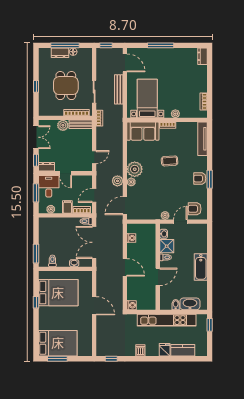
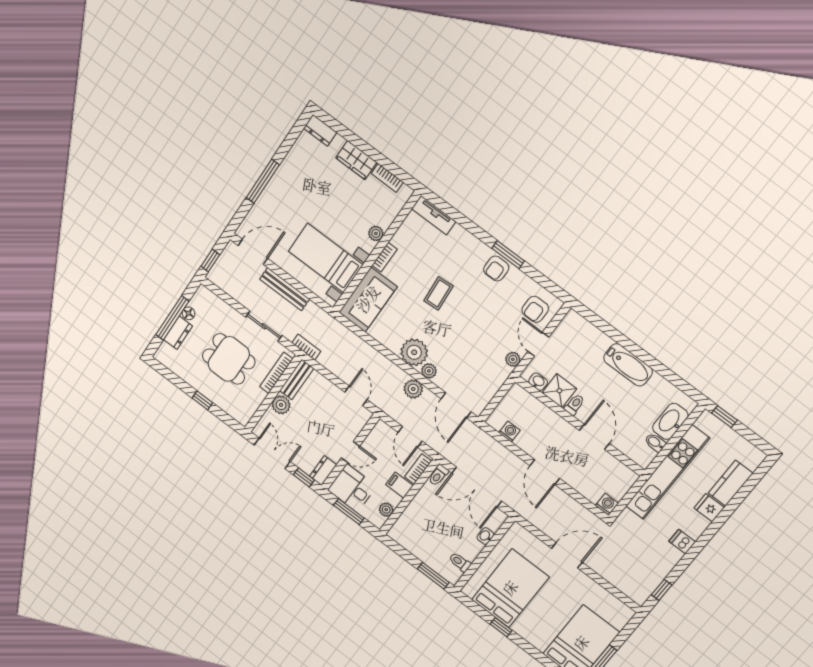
wardrobe: (201, 82) -> (356, 160), added
tv unit: (203, 139) -> (434, 215), width x0.71
door: (125, 267) -> (545, 472), swing flipped

